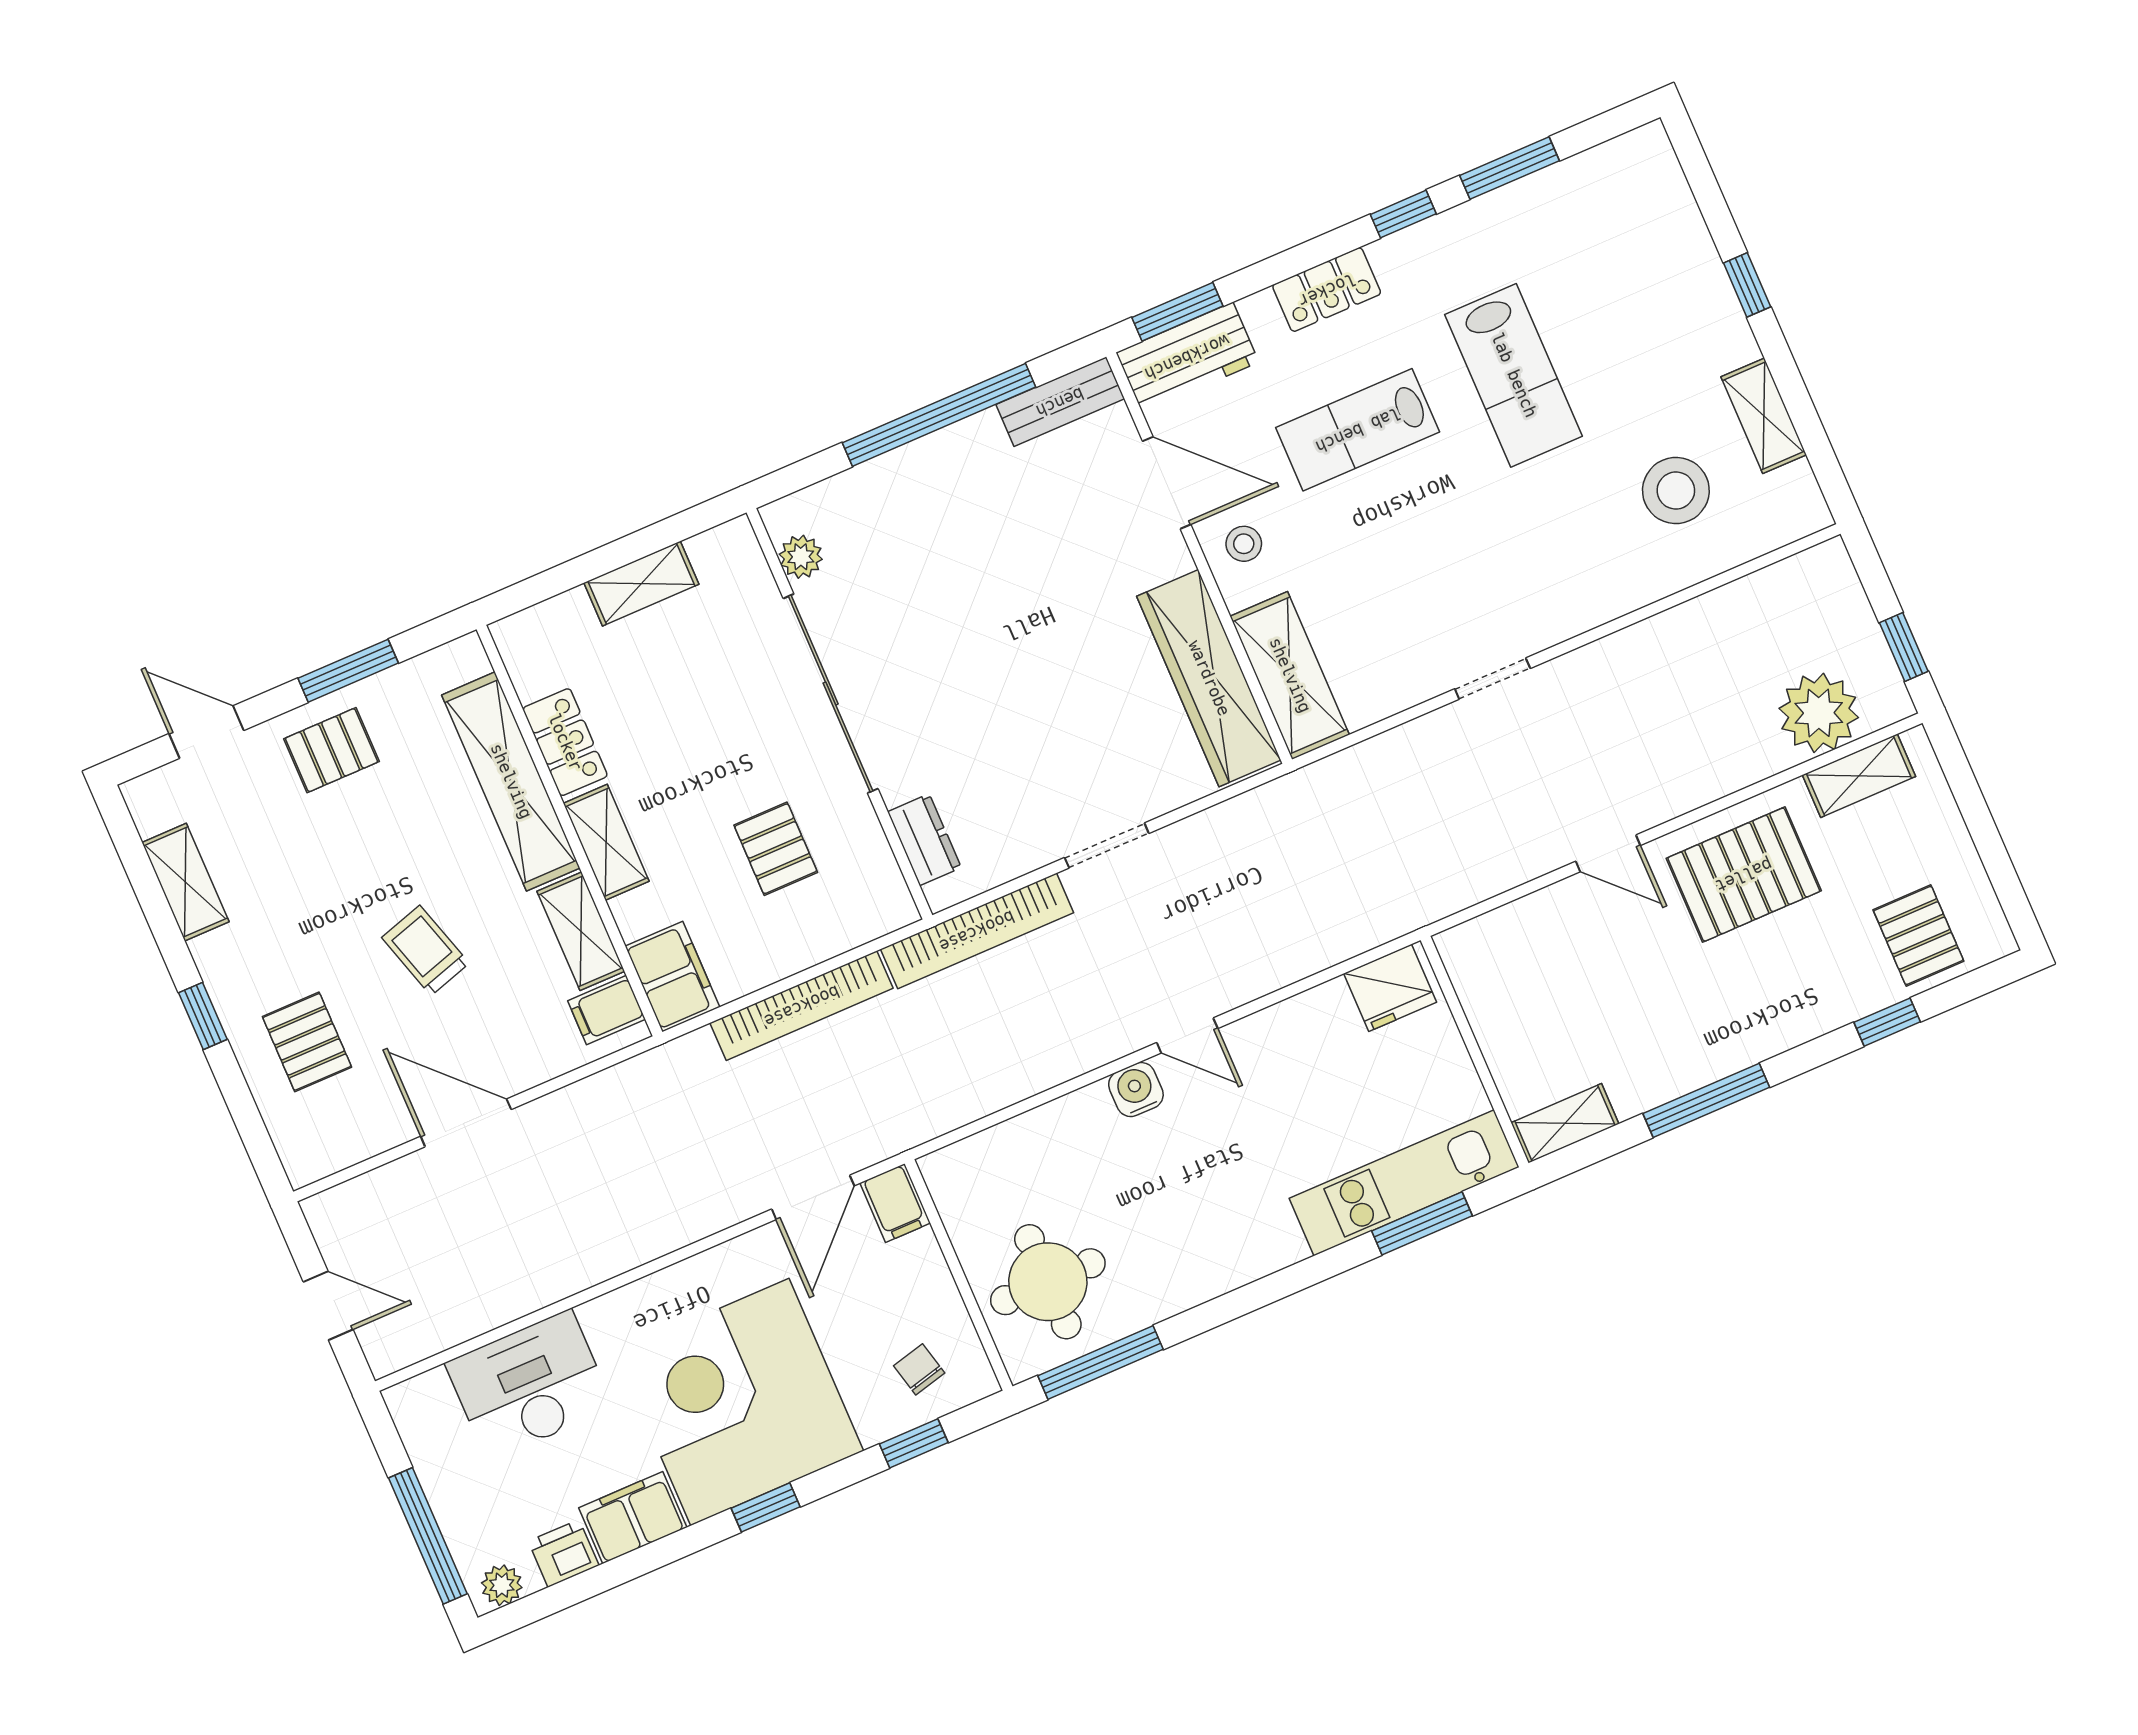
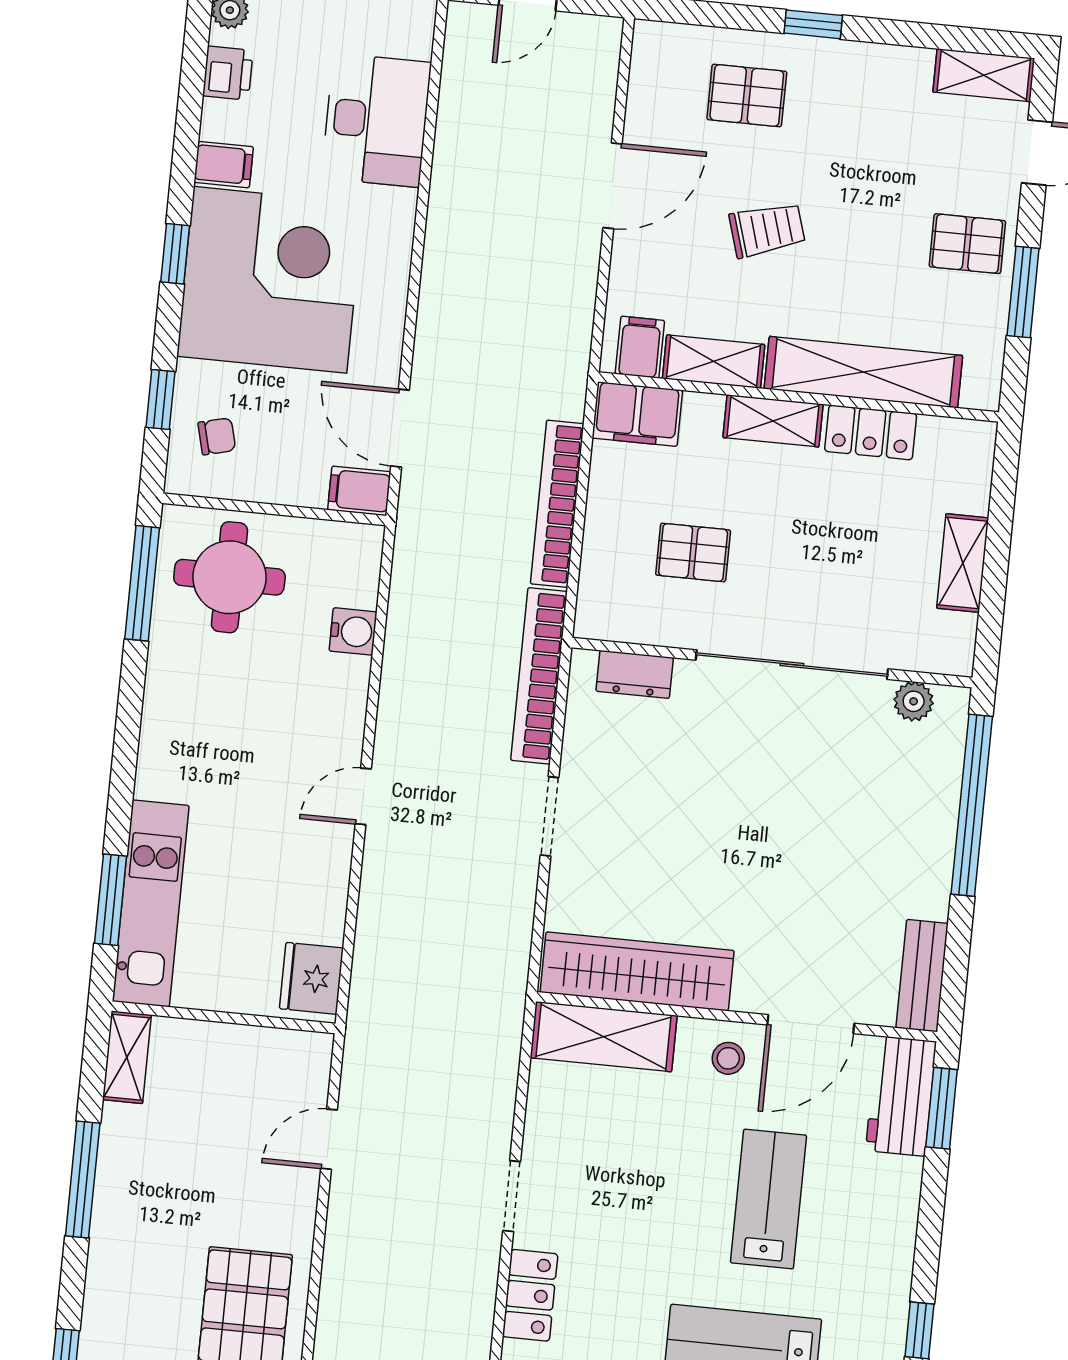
locker: (1327, 290) -> (530, 1295), moved, turned 180
window: (939, 415) -> (972, 805), moved
pallet: (332, 750) -> (967, 244), turned 90
door: (1608, 853) -> (329, 1139), moved
shelving: (185, 882) -> (984, 75), moved
water cooler: (1136, 1090) -> (353, 631), moved
filing cabinet: (633, 1518) -> (224, 165), width x0.50

